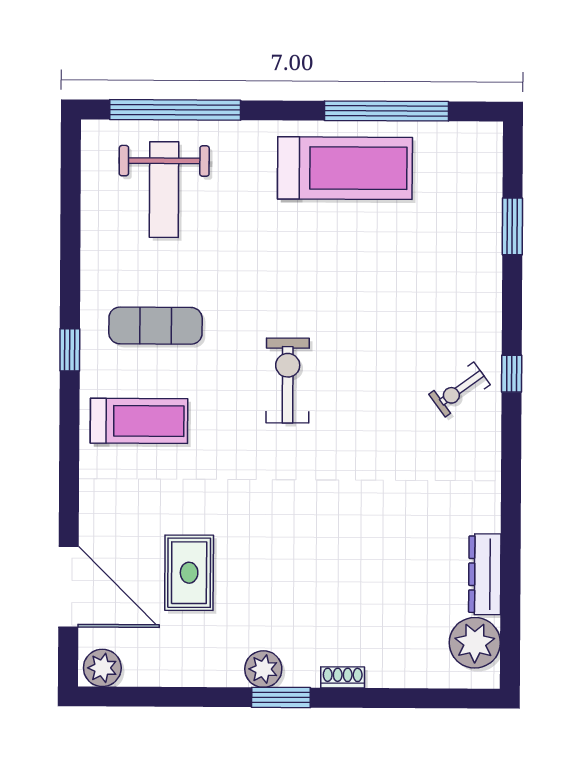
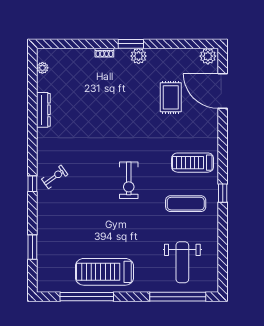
weight bench: (164, 190) -> (182, 262), turned 180
dresser: (485, 574) -> (43, 110), moved
plant: (475, 643) -> (42, 68), width x0.53, depth x0.53

